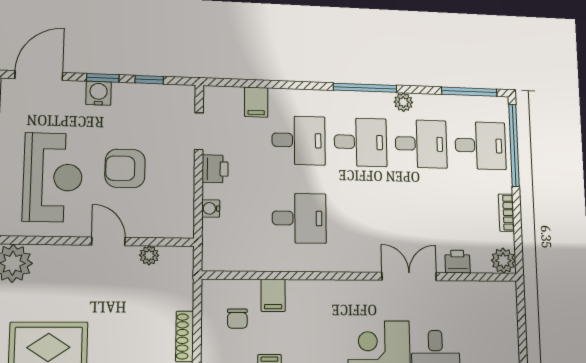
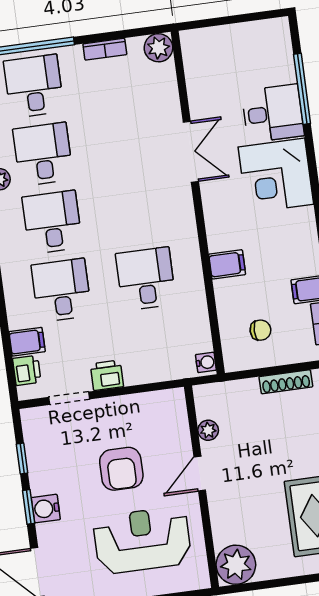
water cooler: (211, 208) -> (206, 362), moved, turned -90
printer: (458, 262) -> (27, 370), moved, turned 180
double door: (409, 276) -> (191, 152), swing flipped
filing cabinet: (273, 295) -> (227, 264), moved

